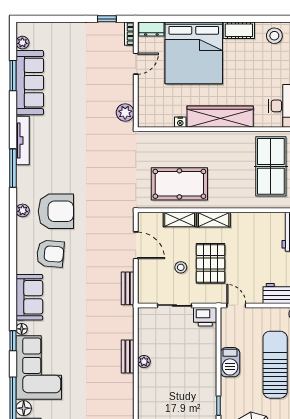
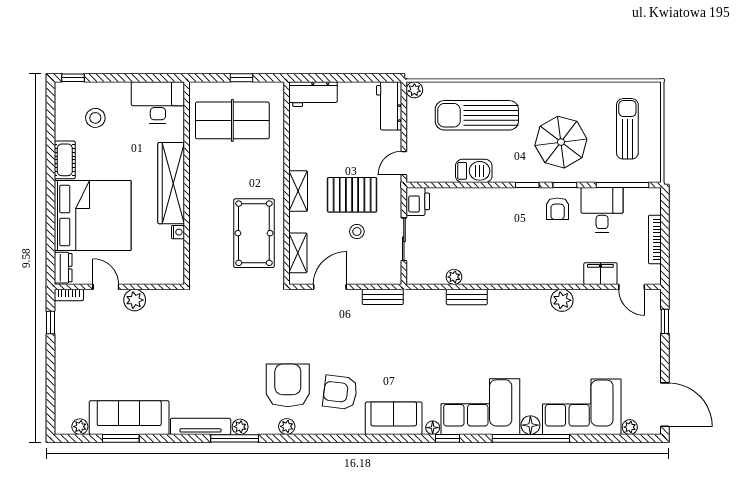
stool: (274, 36) -> (95, 118), moved
plant: (125, 113) -> (135, 300), moved
plant: (22, 173) -> (240, 427), added
shelving: (180, 219) -> (298, 253), moved
armchair: (50, 254) -> (340, 392), turned -88
plant: (144, 362) -> (454, 277), moved

